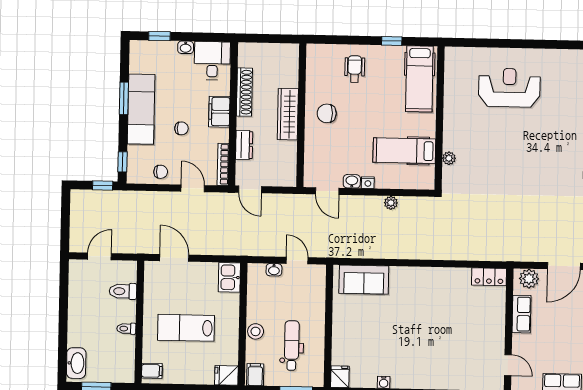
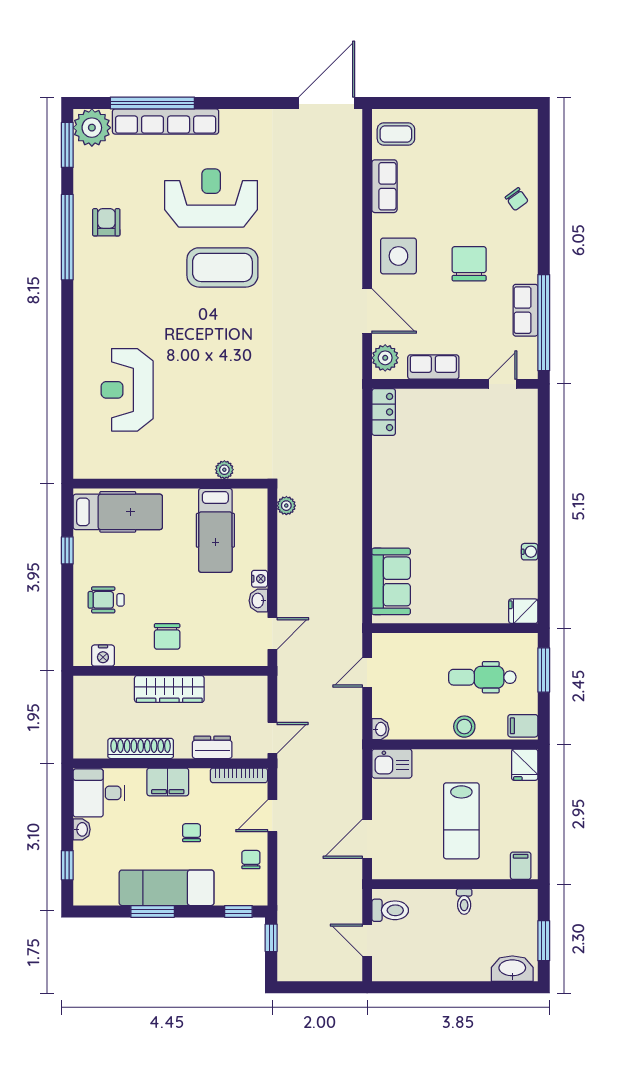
nightstand: (314, 66) -> (103, 656), added
plant: (391, 203) -> (286, 506), moved
washbasin: (274, 270) -> (380, 729), moved
toilet: (123, 291) -> (390, 910), moved, turned -90

